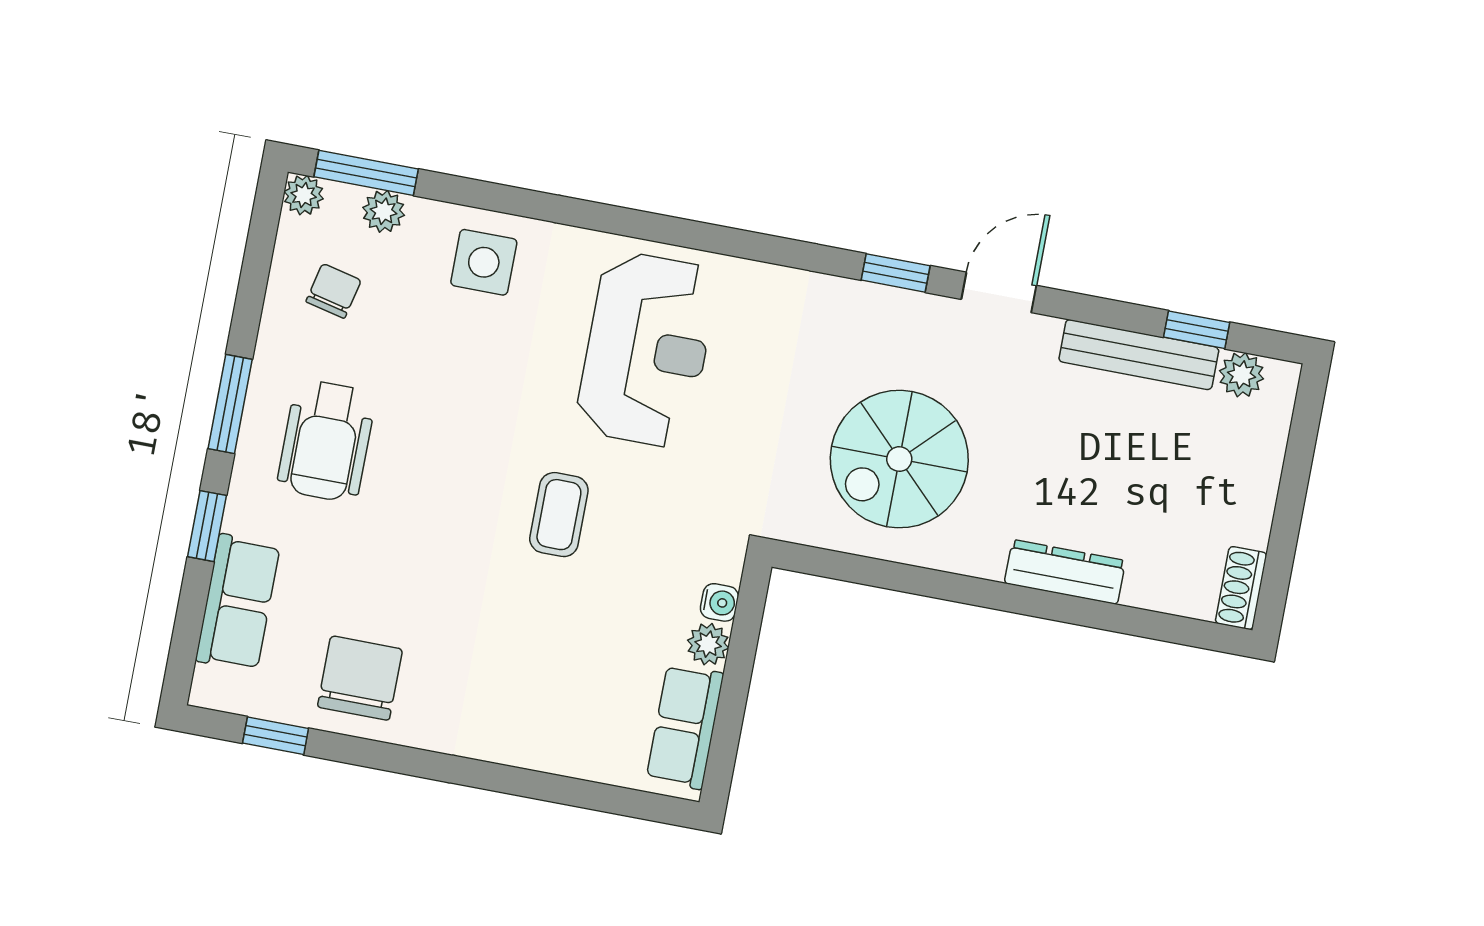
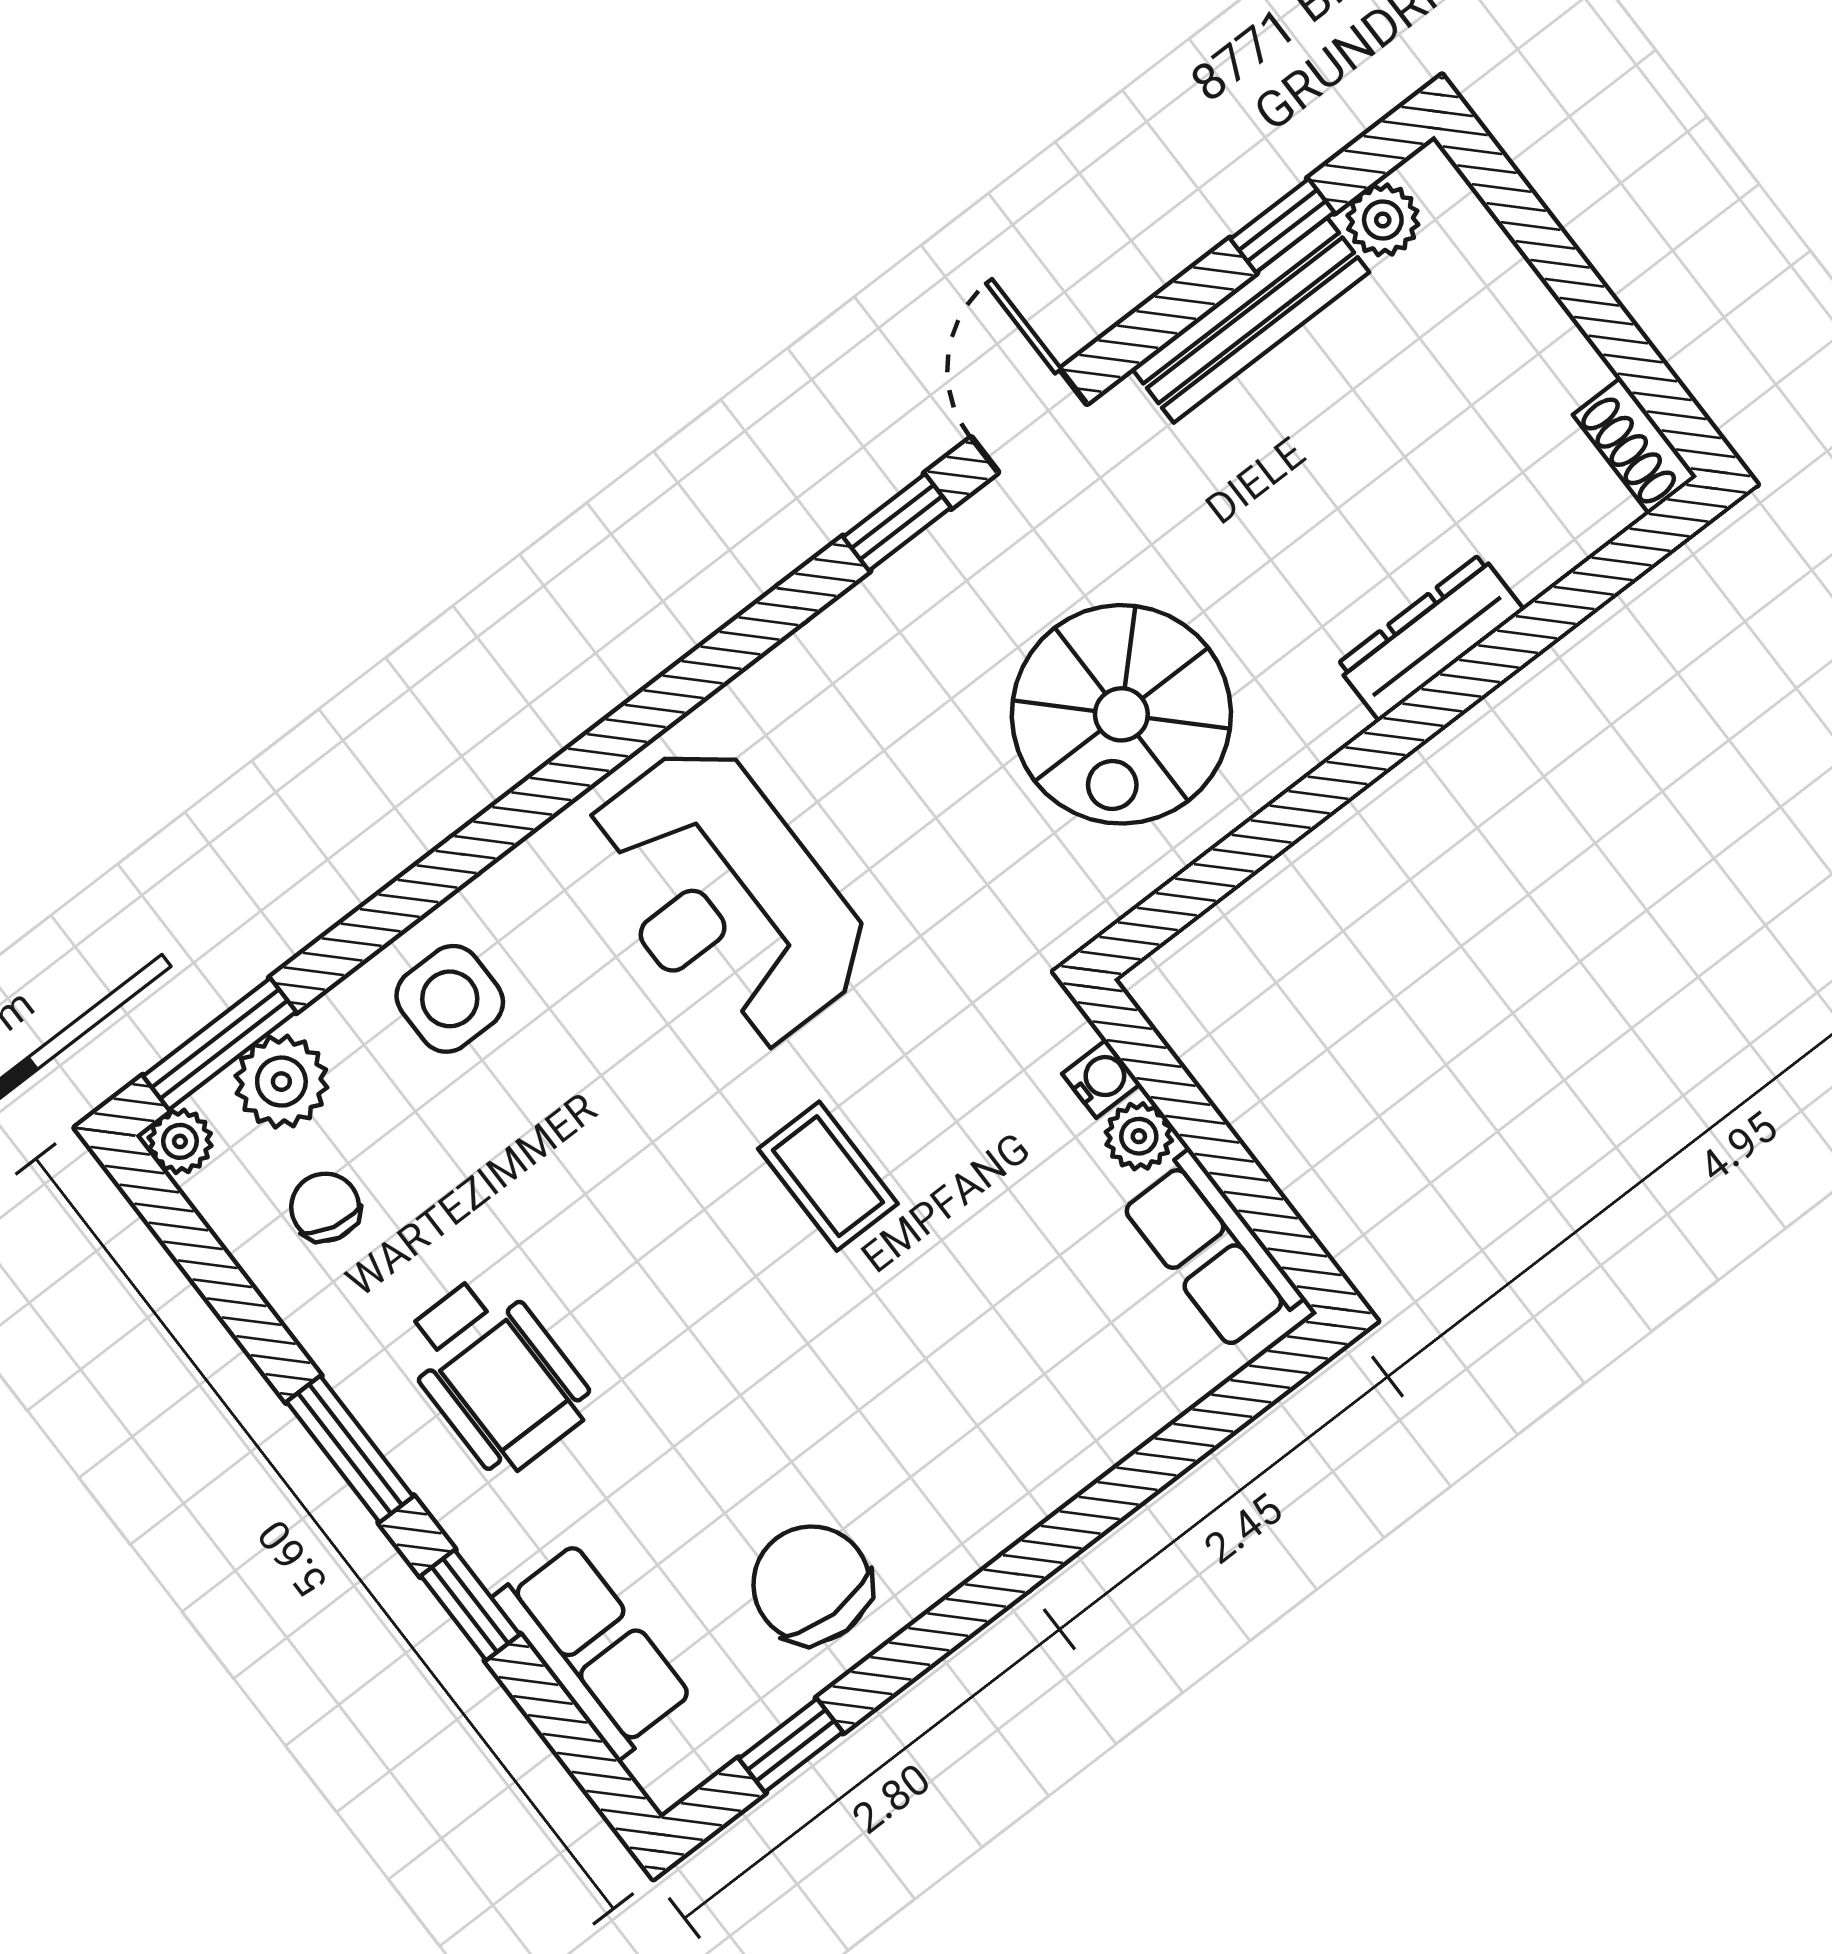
plant: (384, 211) -> (281, 1082), width x1.38, depth x1.38
reception desk: (647, 350) -> (725, 898), turned 180

